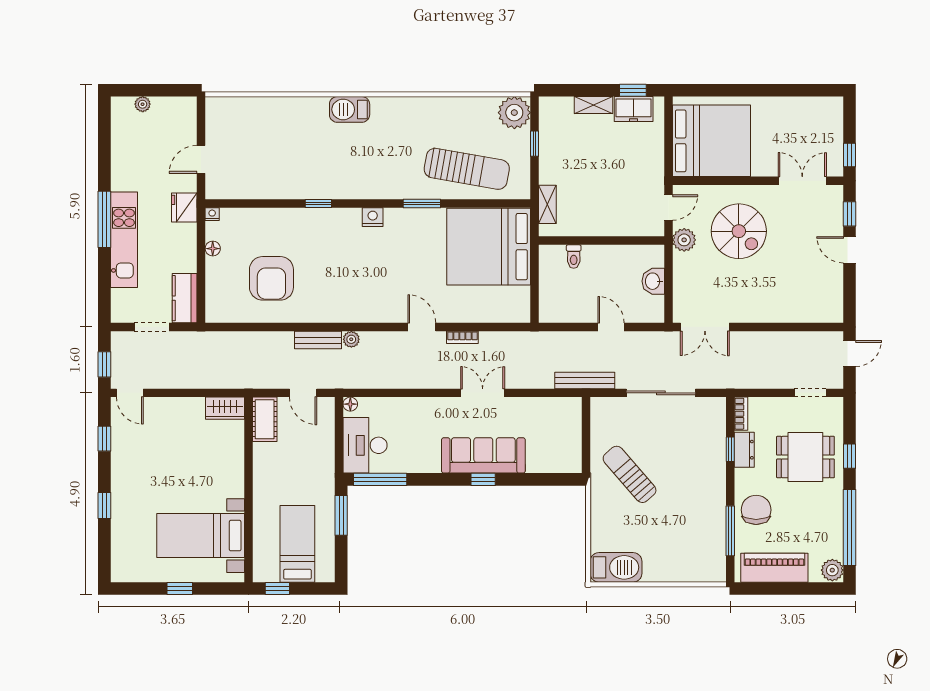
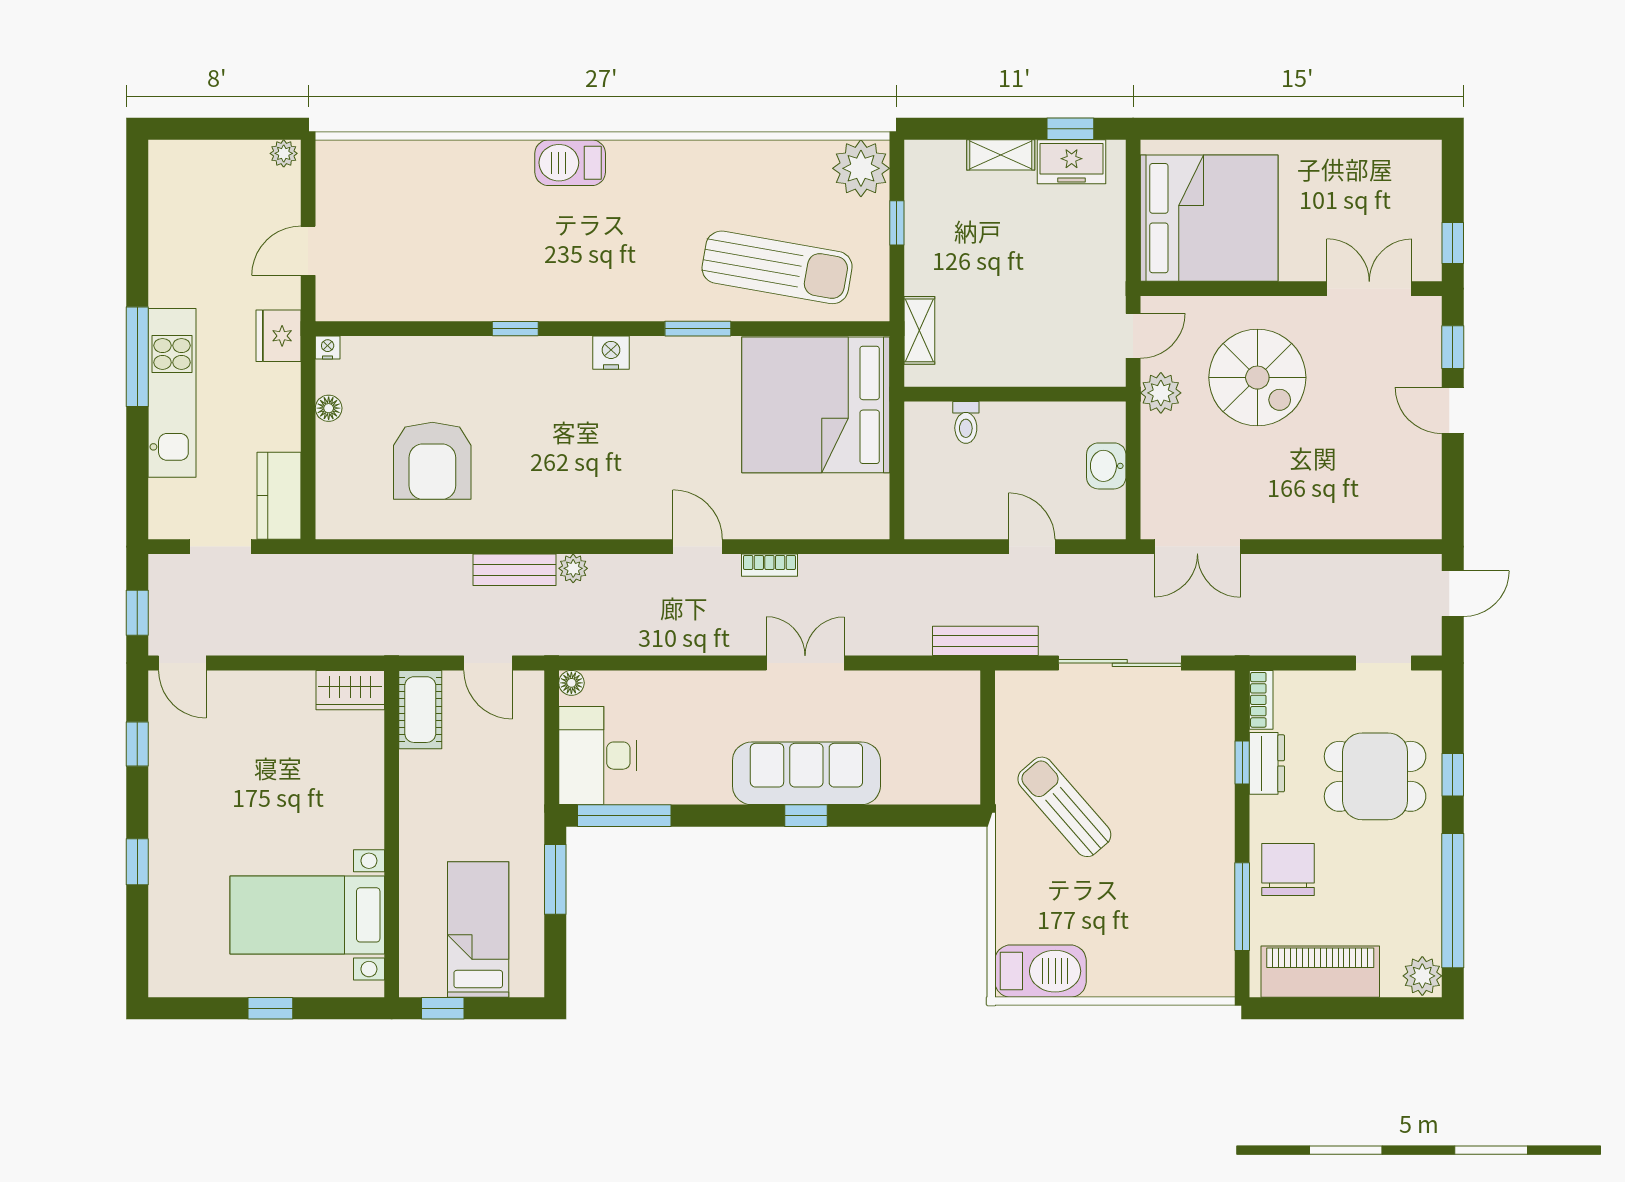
plant: (143, 104) -> (284, 153), moved

